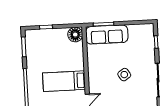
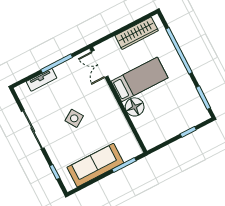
floor lamp: (75, 35) -> (135, 107), moved
sofa: (107, 35) -> (95, 165), moved

